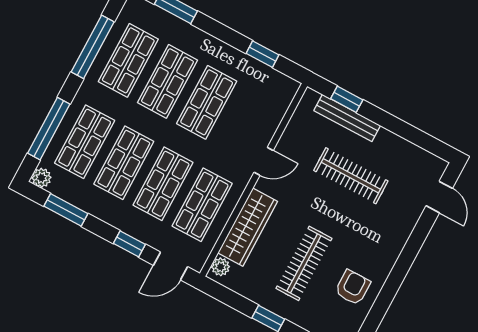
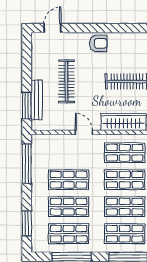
window: (262, 54) -> (27, 164), width x2.17
window: (347, 99) -> (27, 106), width x1.50
armchair: (353, 287) -> (98, 43), moved, turned 180

